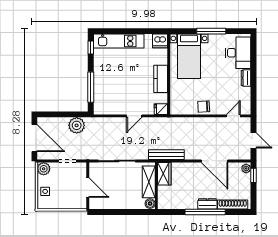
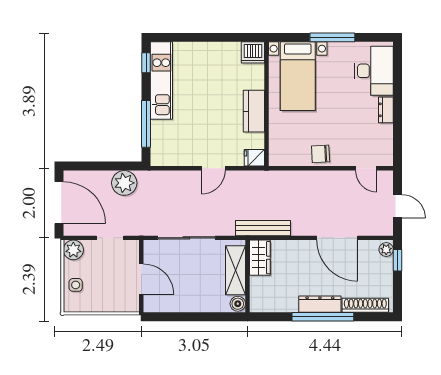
kitchen unit: (119, 41) -> (161, 81), moved, turned -90
door: (233, 116) -> (366, 168), swing flipped
dresser: (207, 204) -> (320, 304), width x1.44

